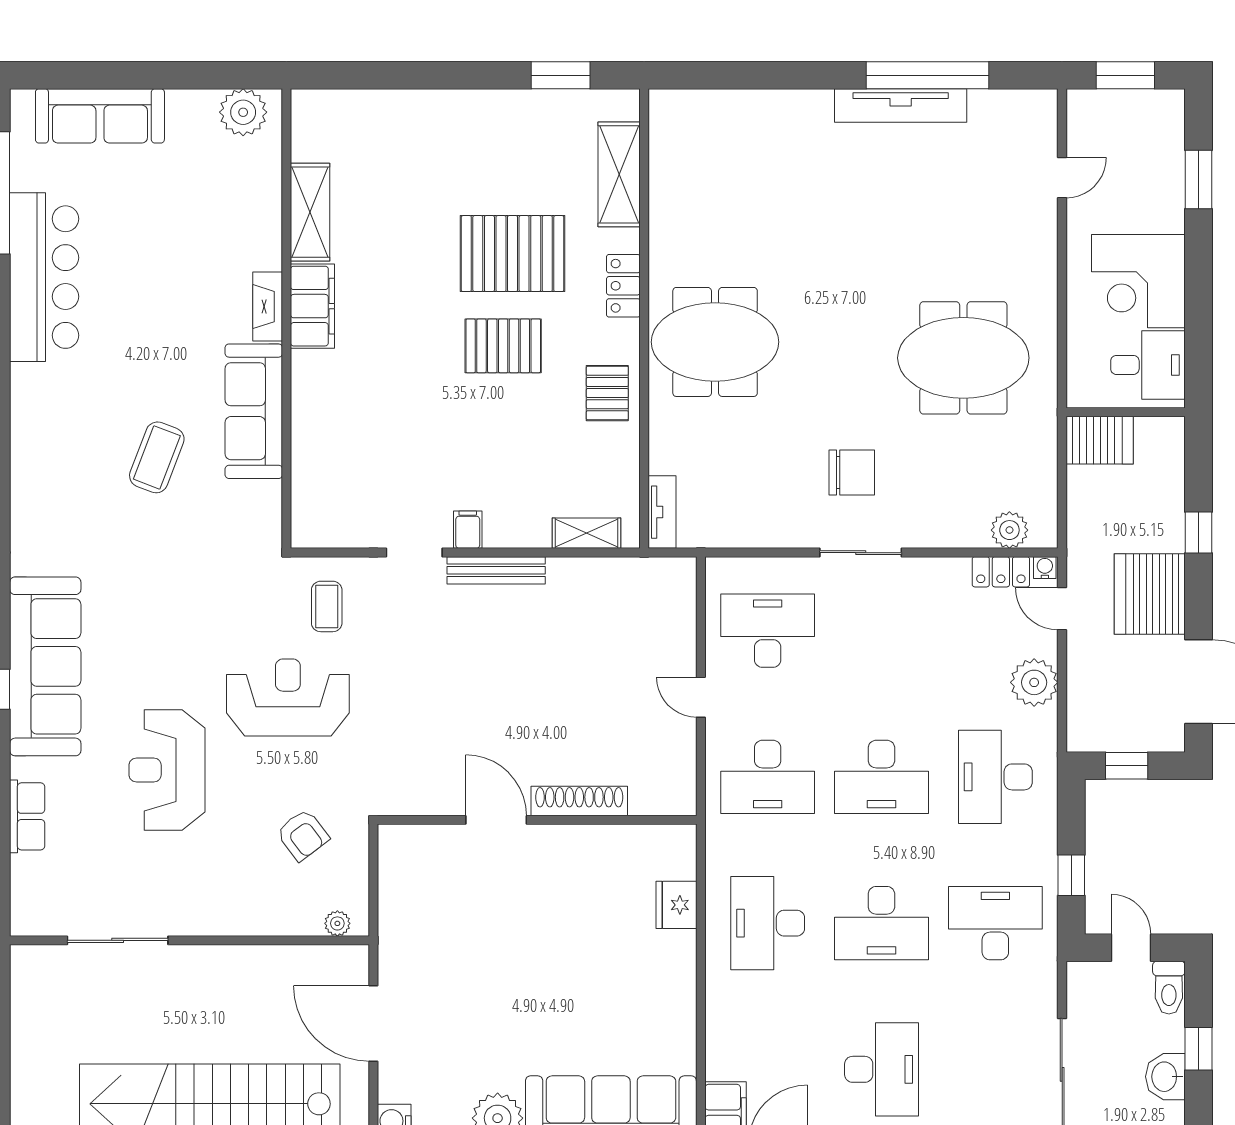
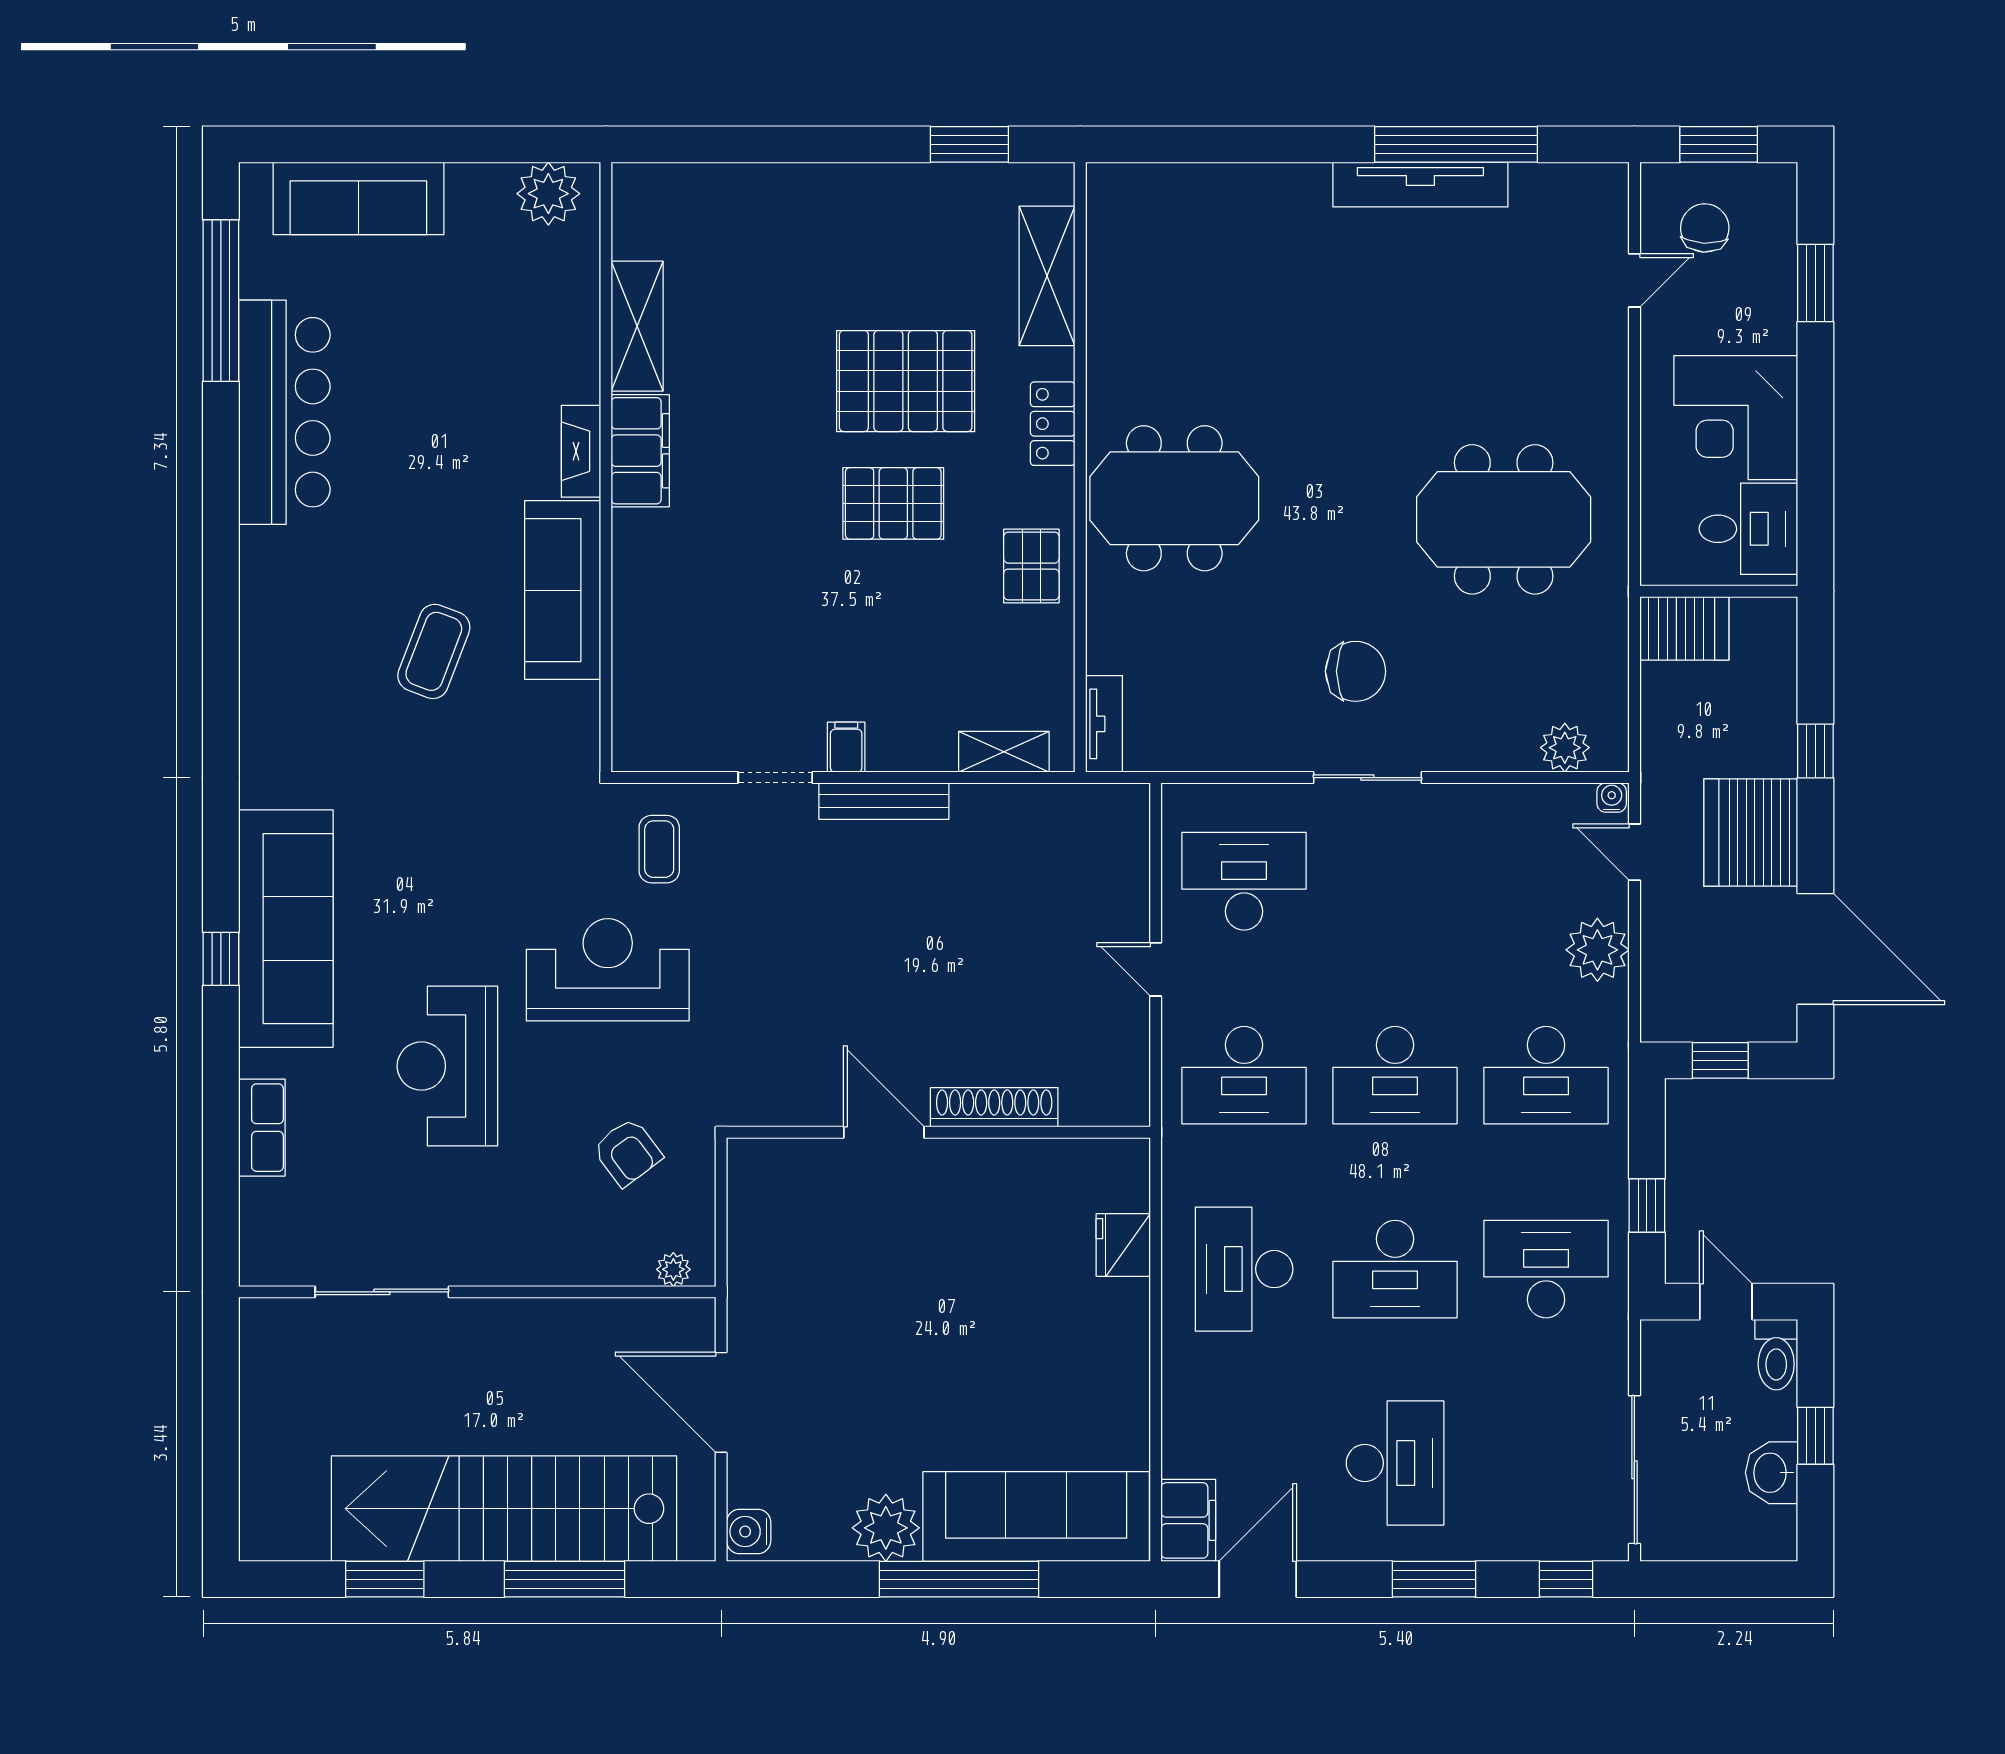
chair: (1115, 138) -> (1705, 228), added
locker: (1001, 572) -> (1553, 803), removed
desk: (995, 777) -> (1546, 1075), turned -90

